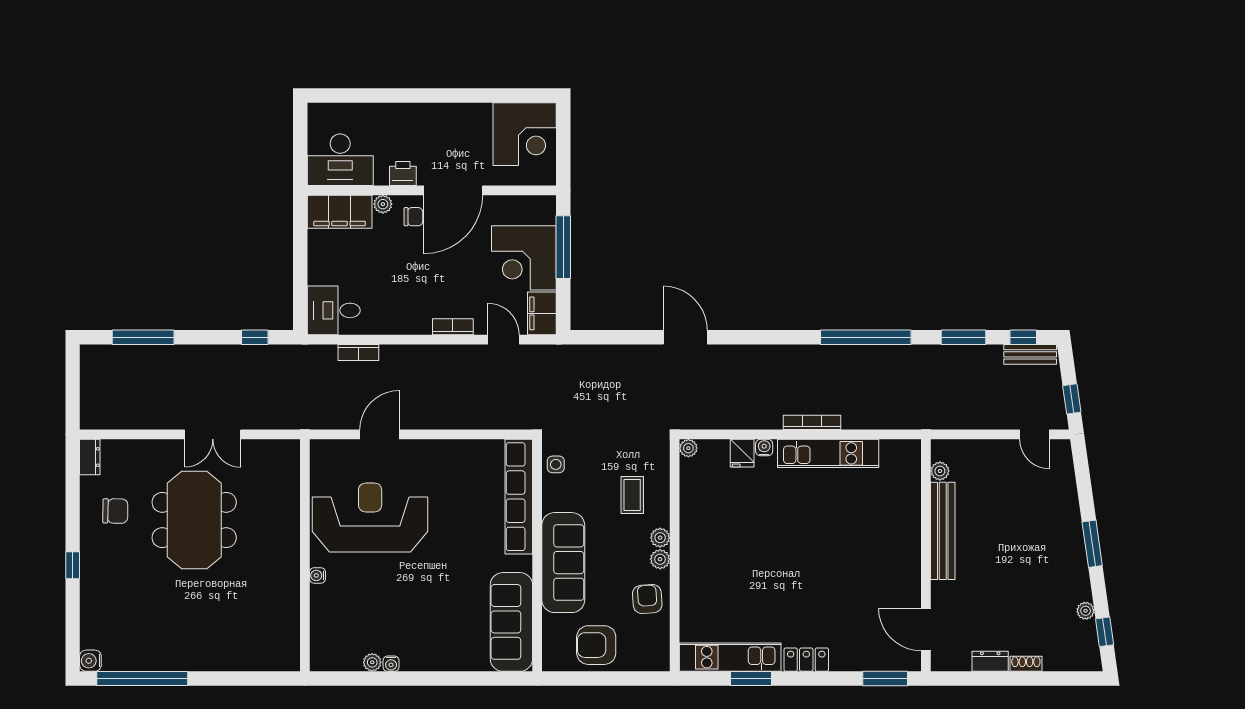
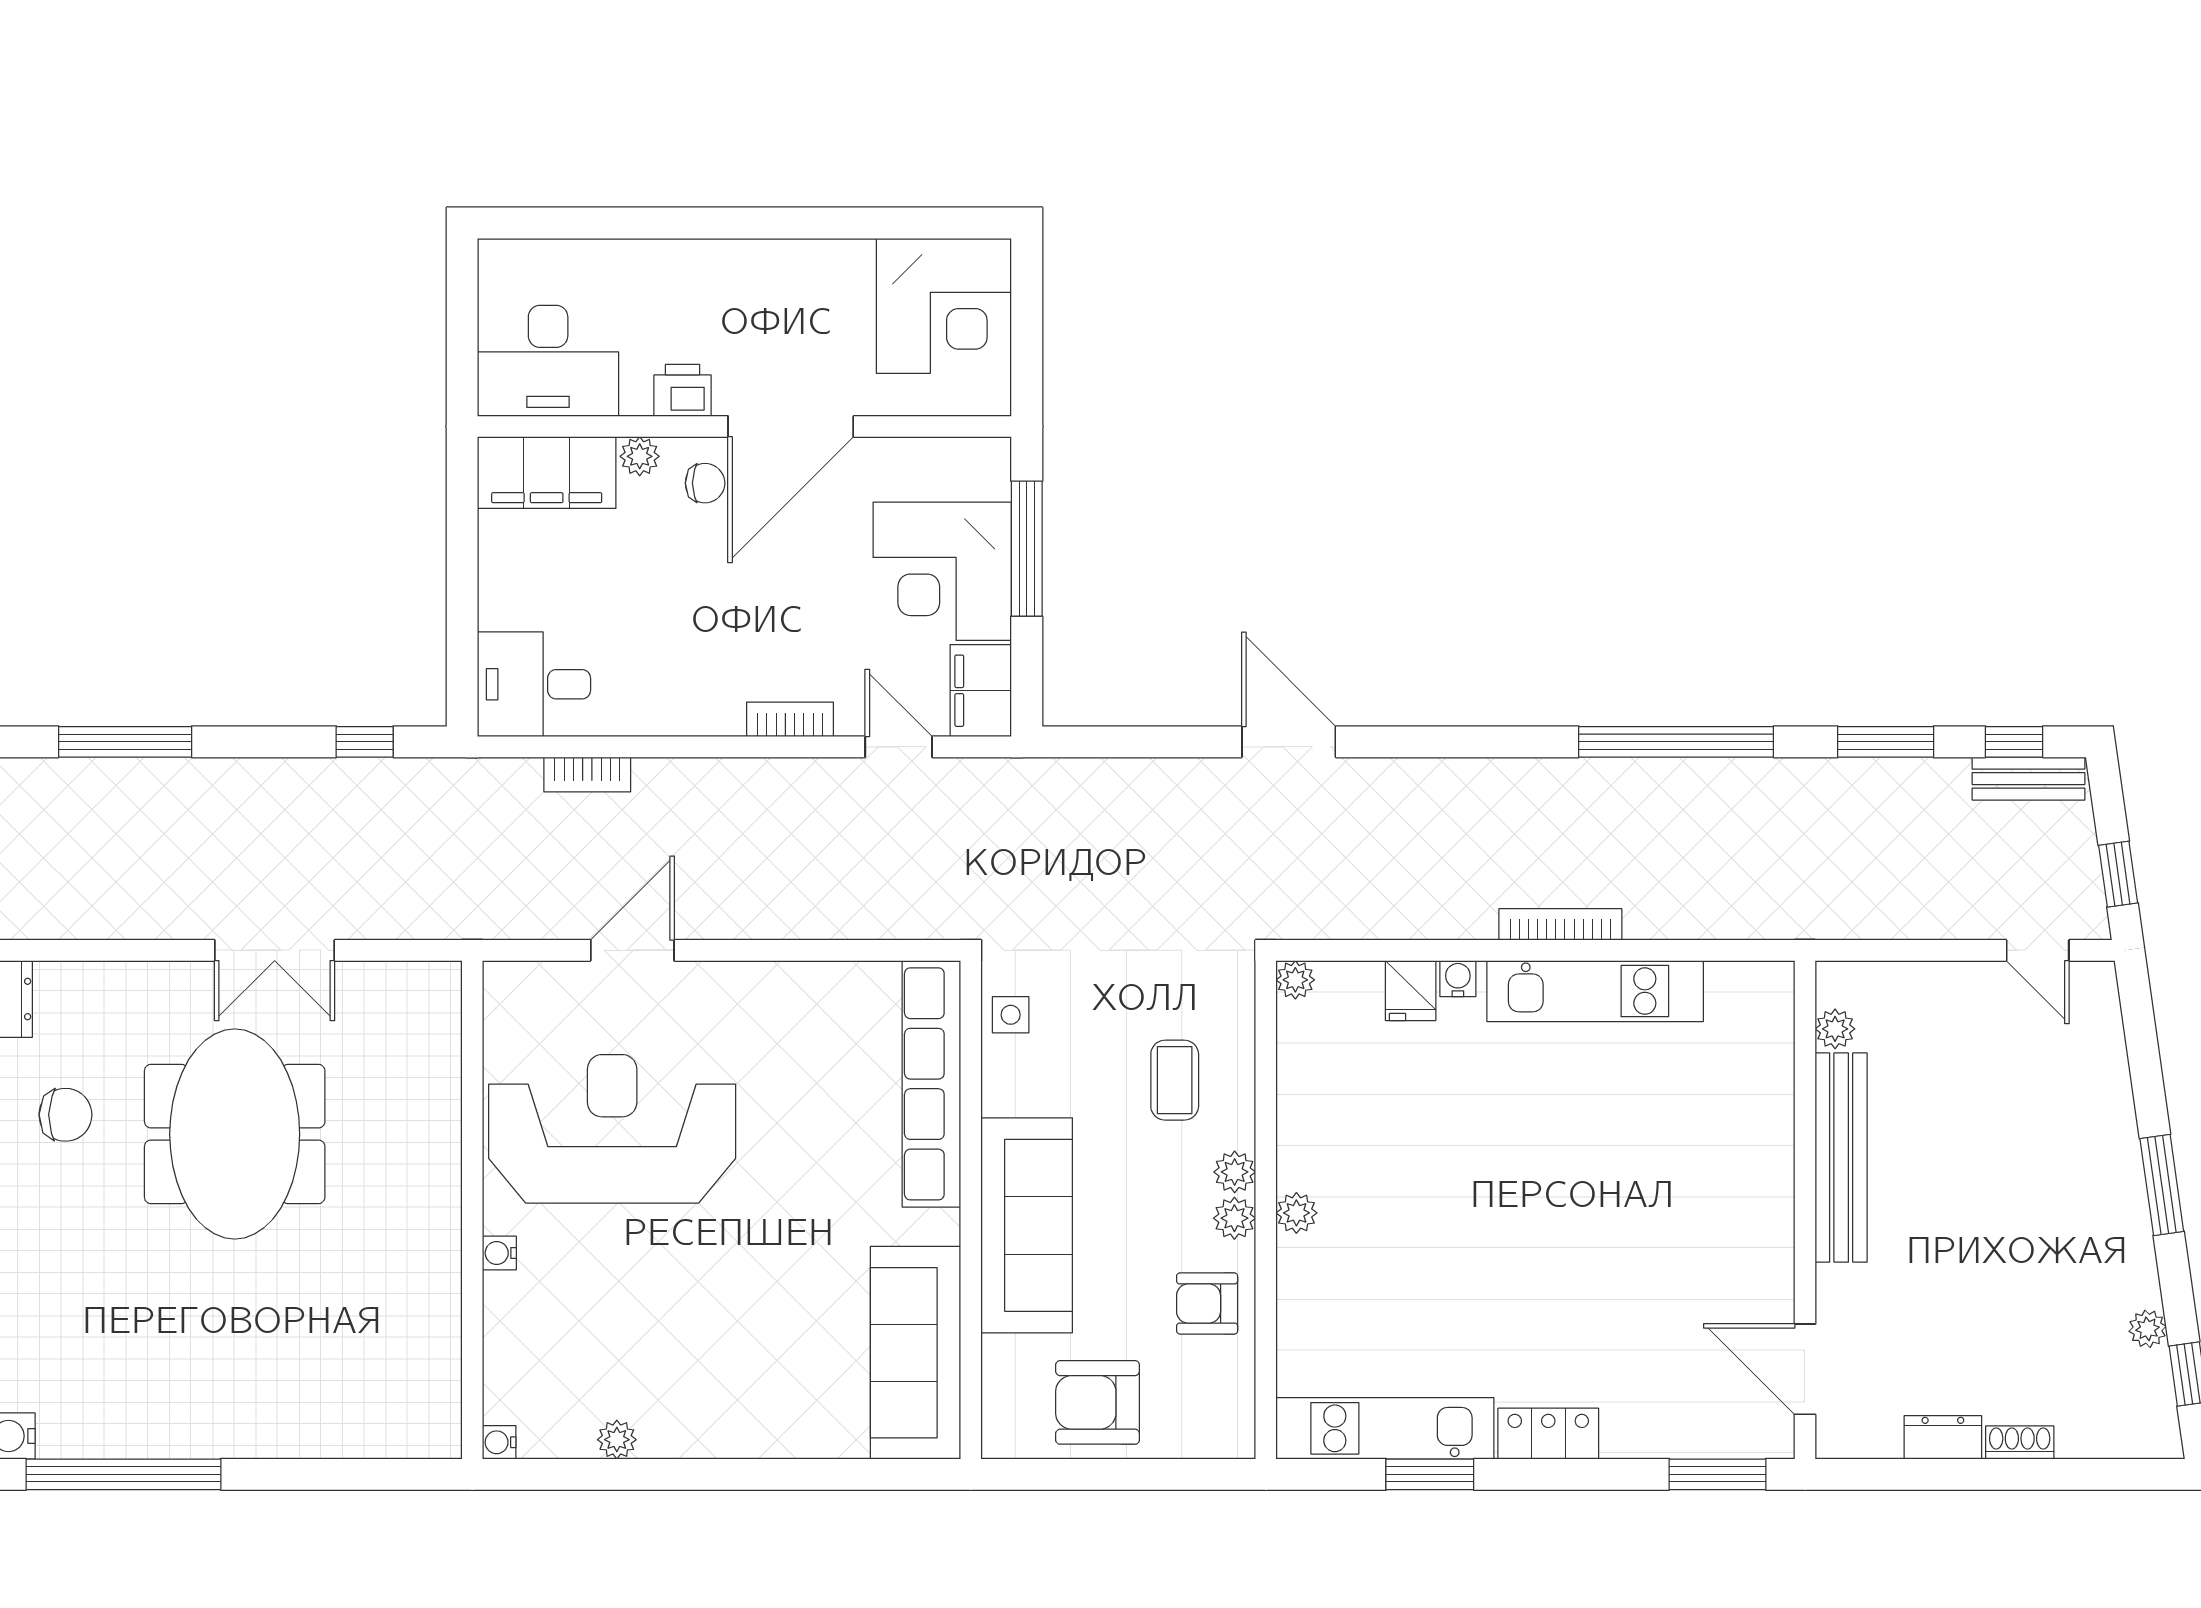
plant: (689, 557) -> (1296, 1213), added
armchair: (647, 599) -> (1207, 1303), turned -86
water cooler: (391, 664) -> (499, 1442), moved, turned 90

